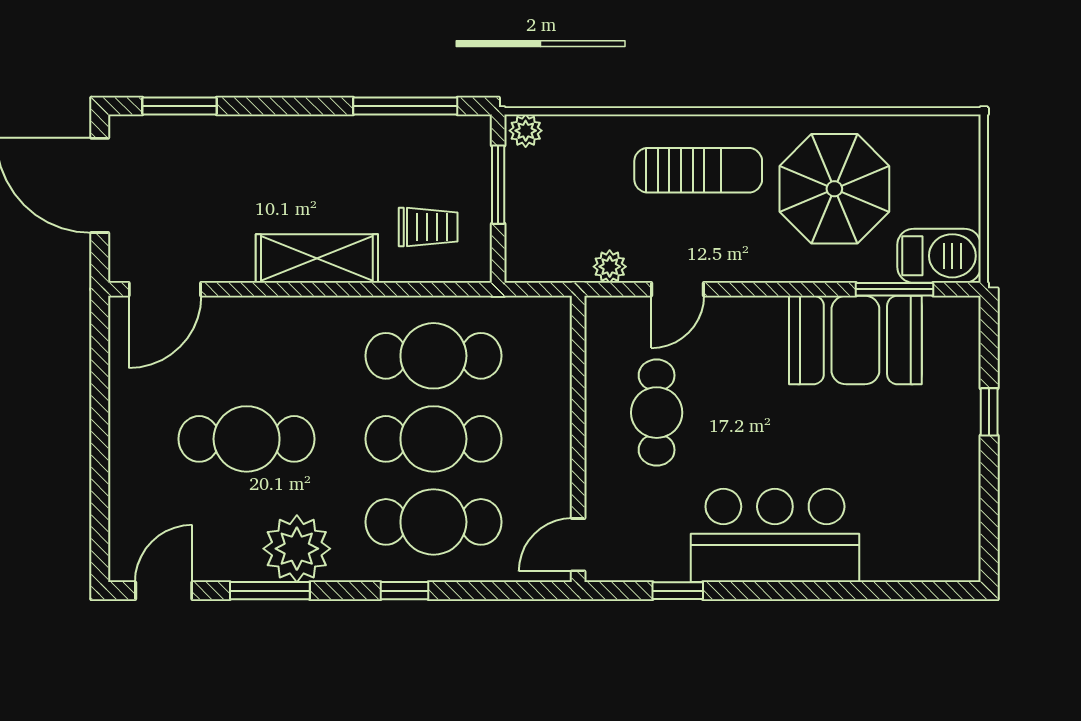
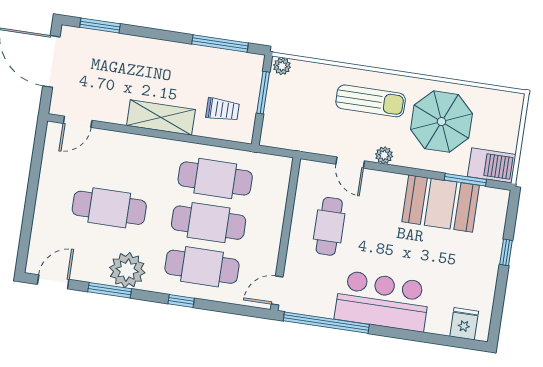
plant: (610, 267) -> (384, 155), moved
door: (165, 289) -> (78, 122), width x0.73
door: (678, 289) -> (350, 163), hinge flipped
fridge: (932, 555) -> (464, 324), added
window: (678, 591) -> (326, 323), width x3.17

